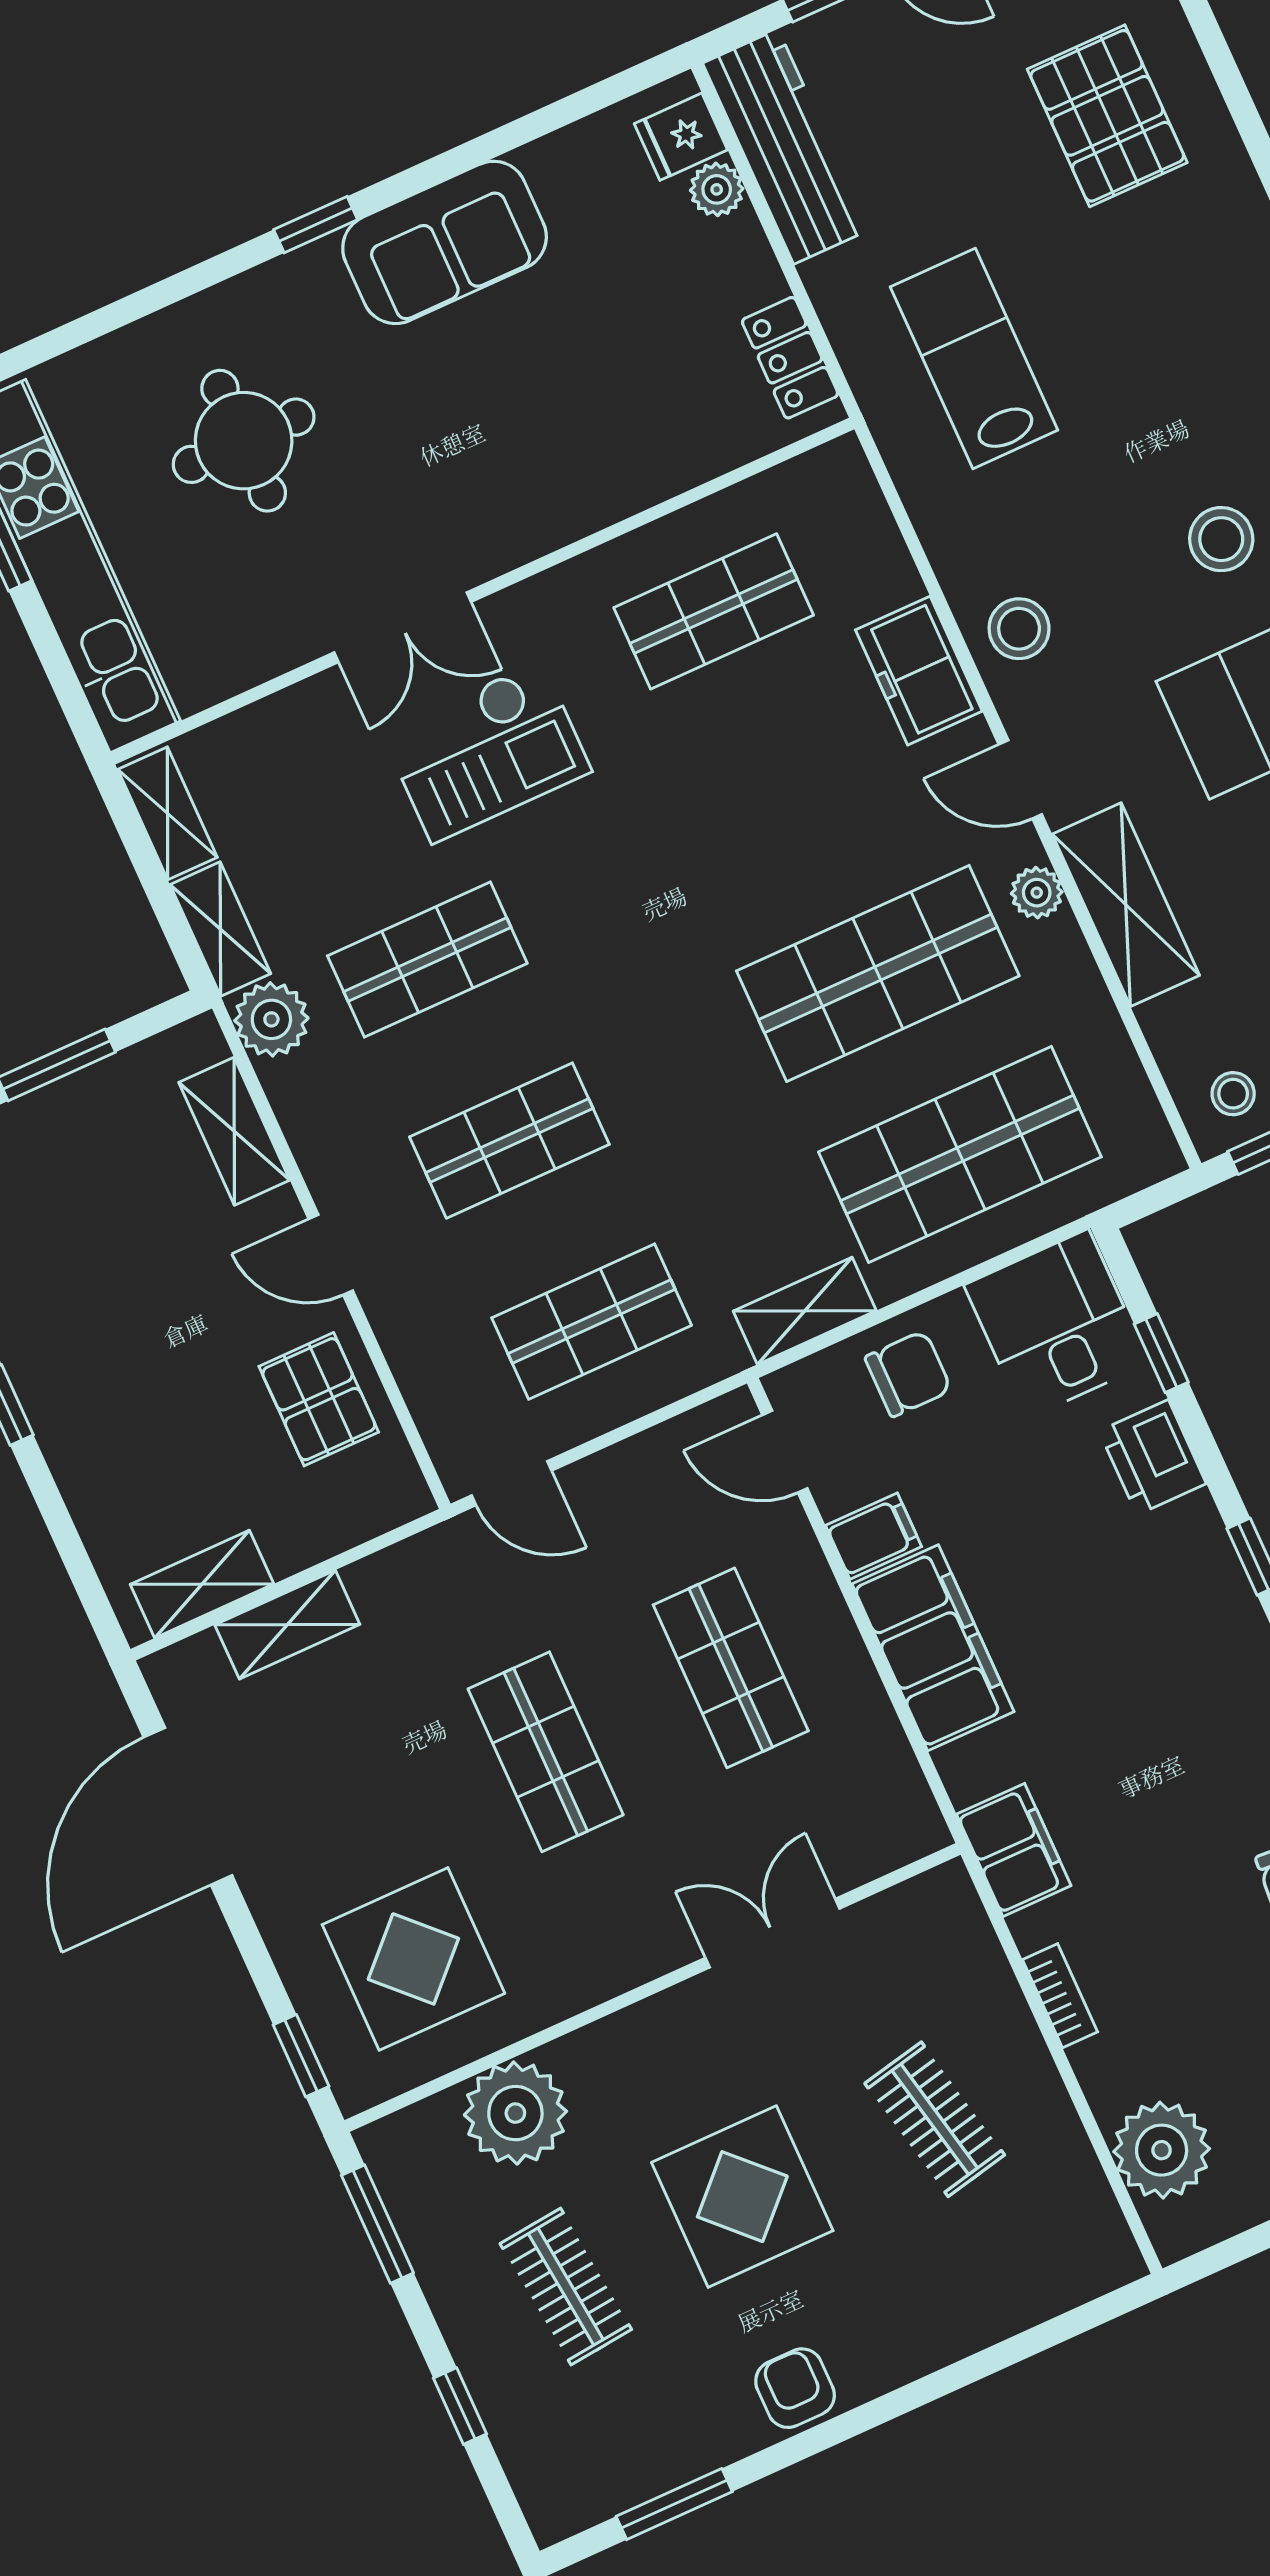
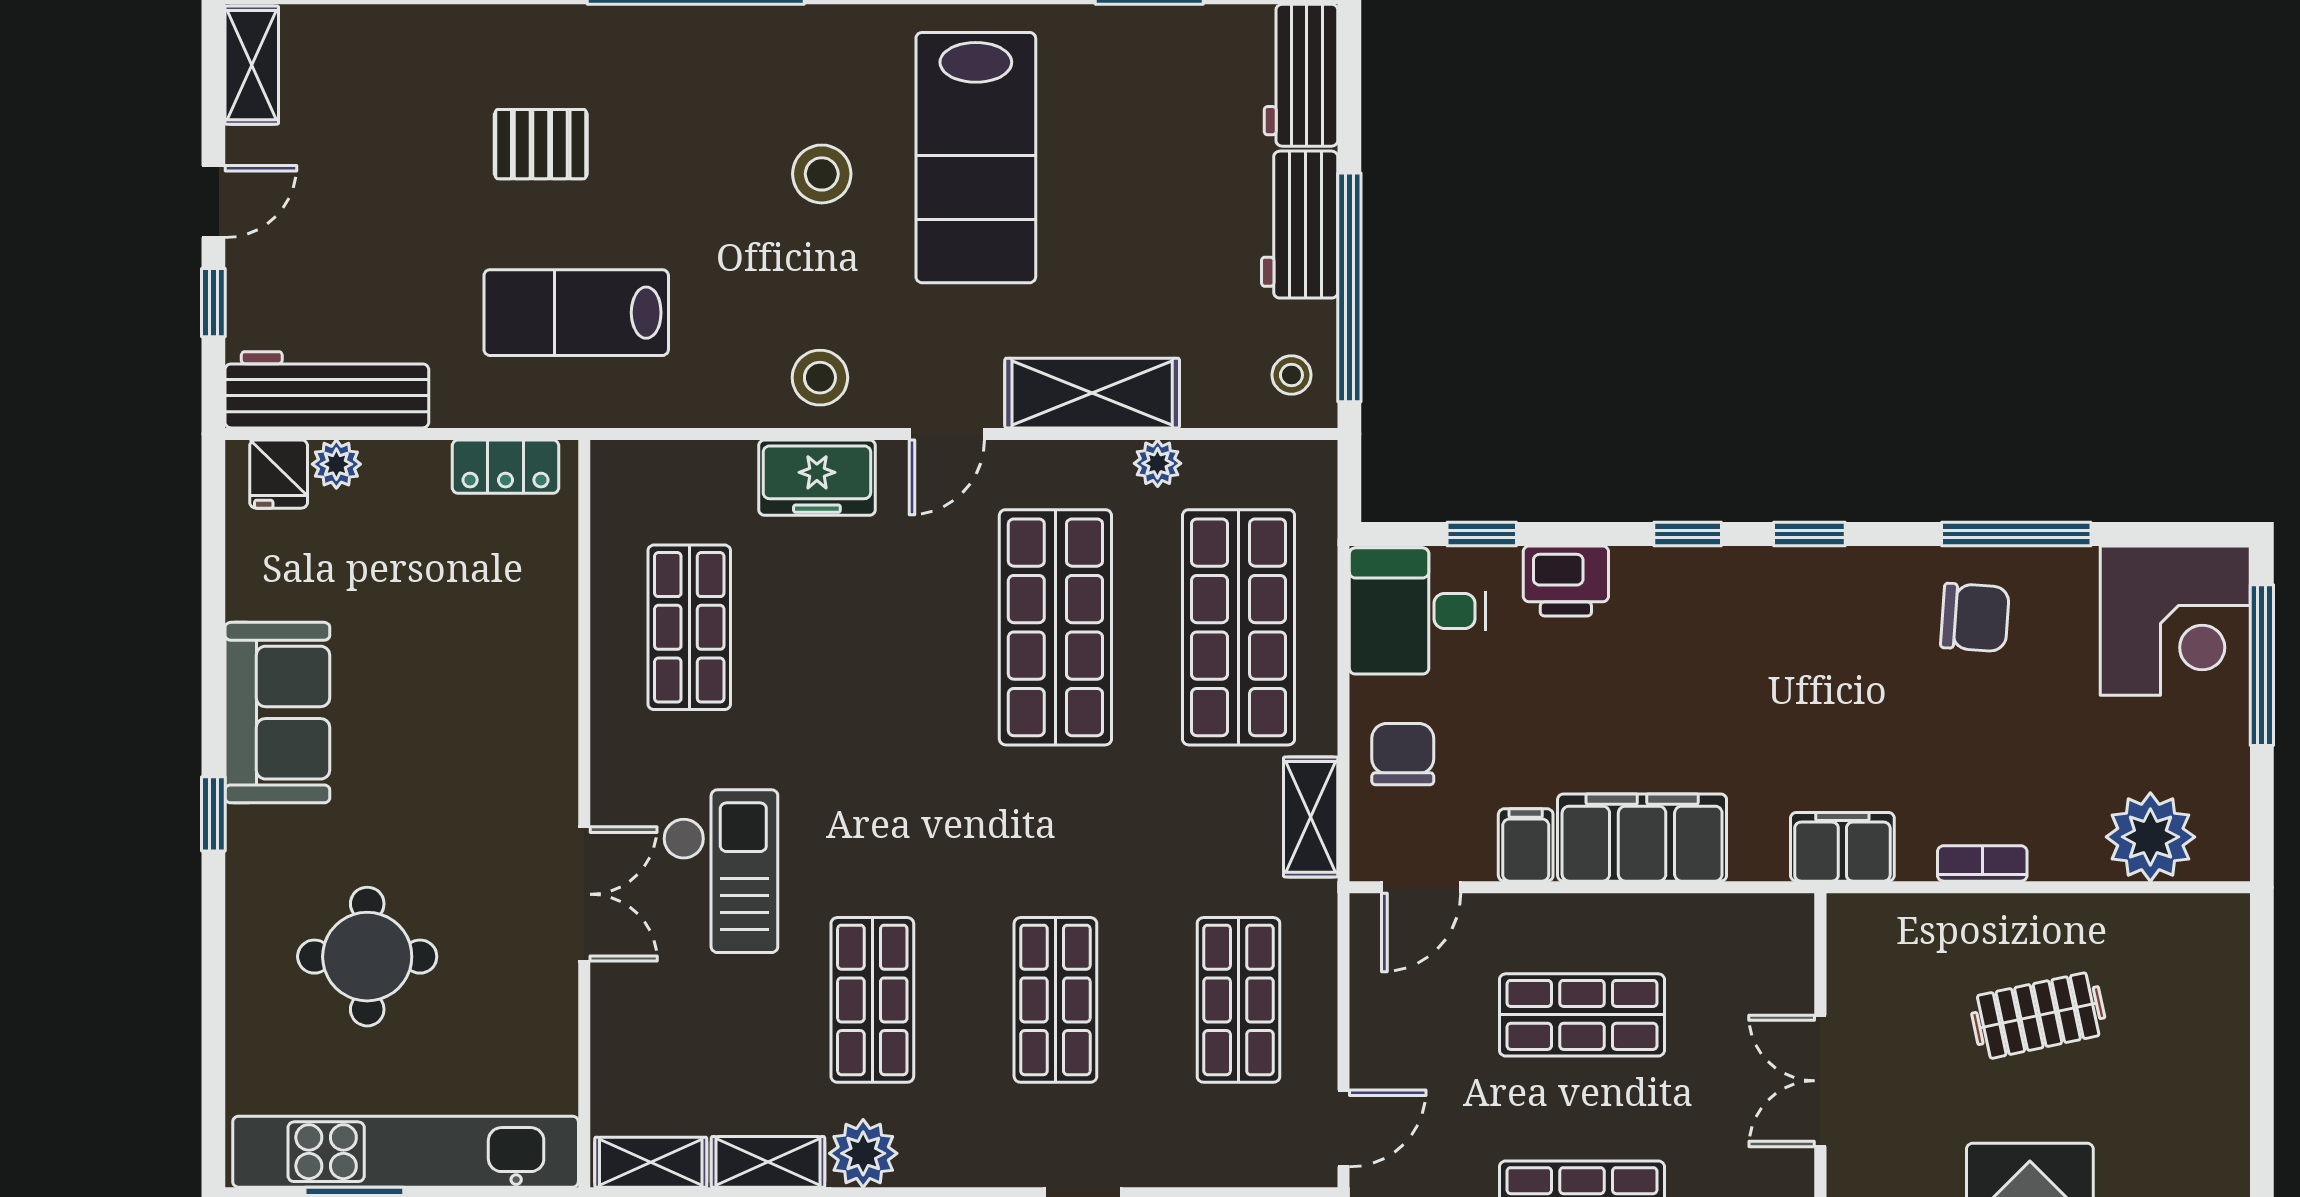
pallet: (1107, 116) -> (541, 144), moved, width x0.67, depth x0.71
plant: (1037, 893) -> (1158, 463), moved

